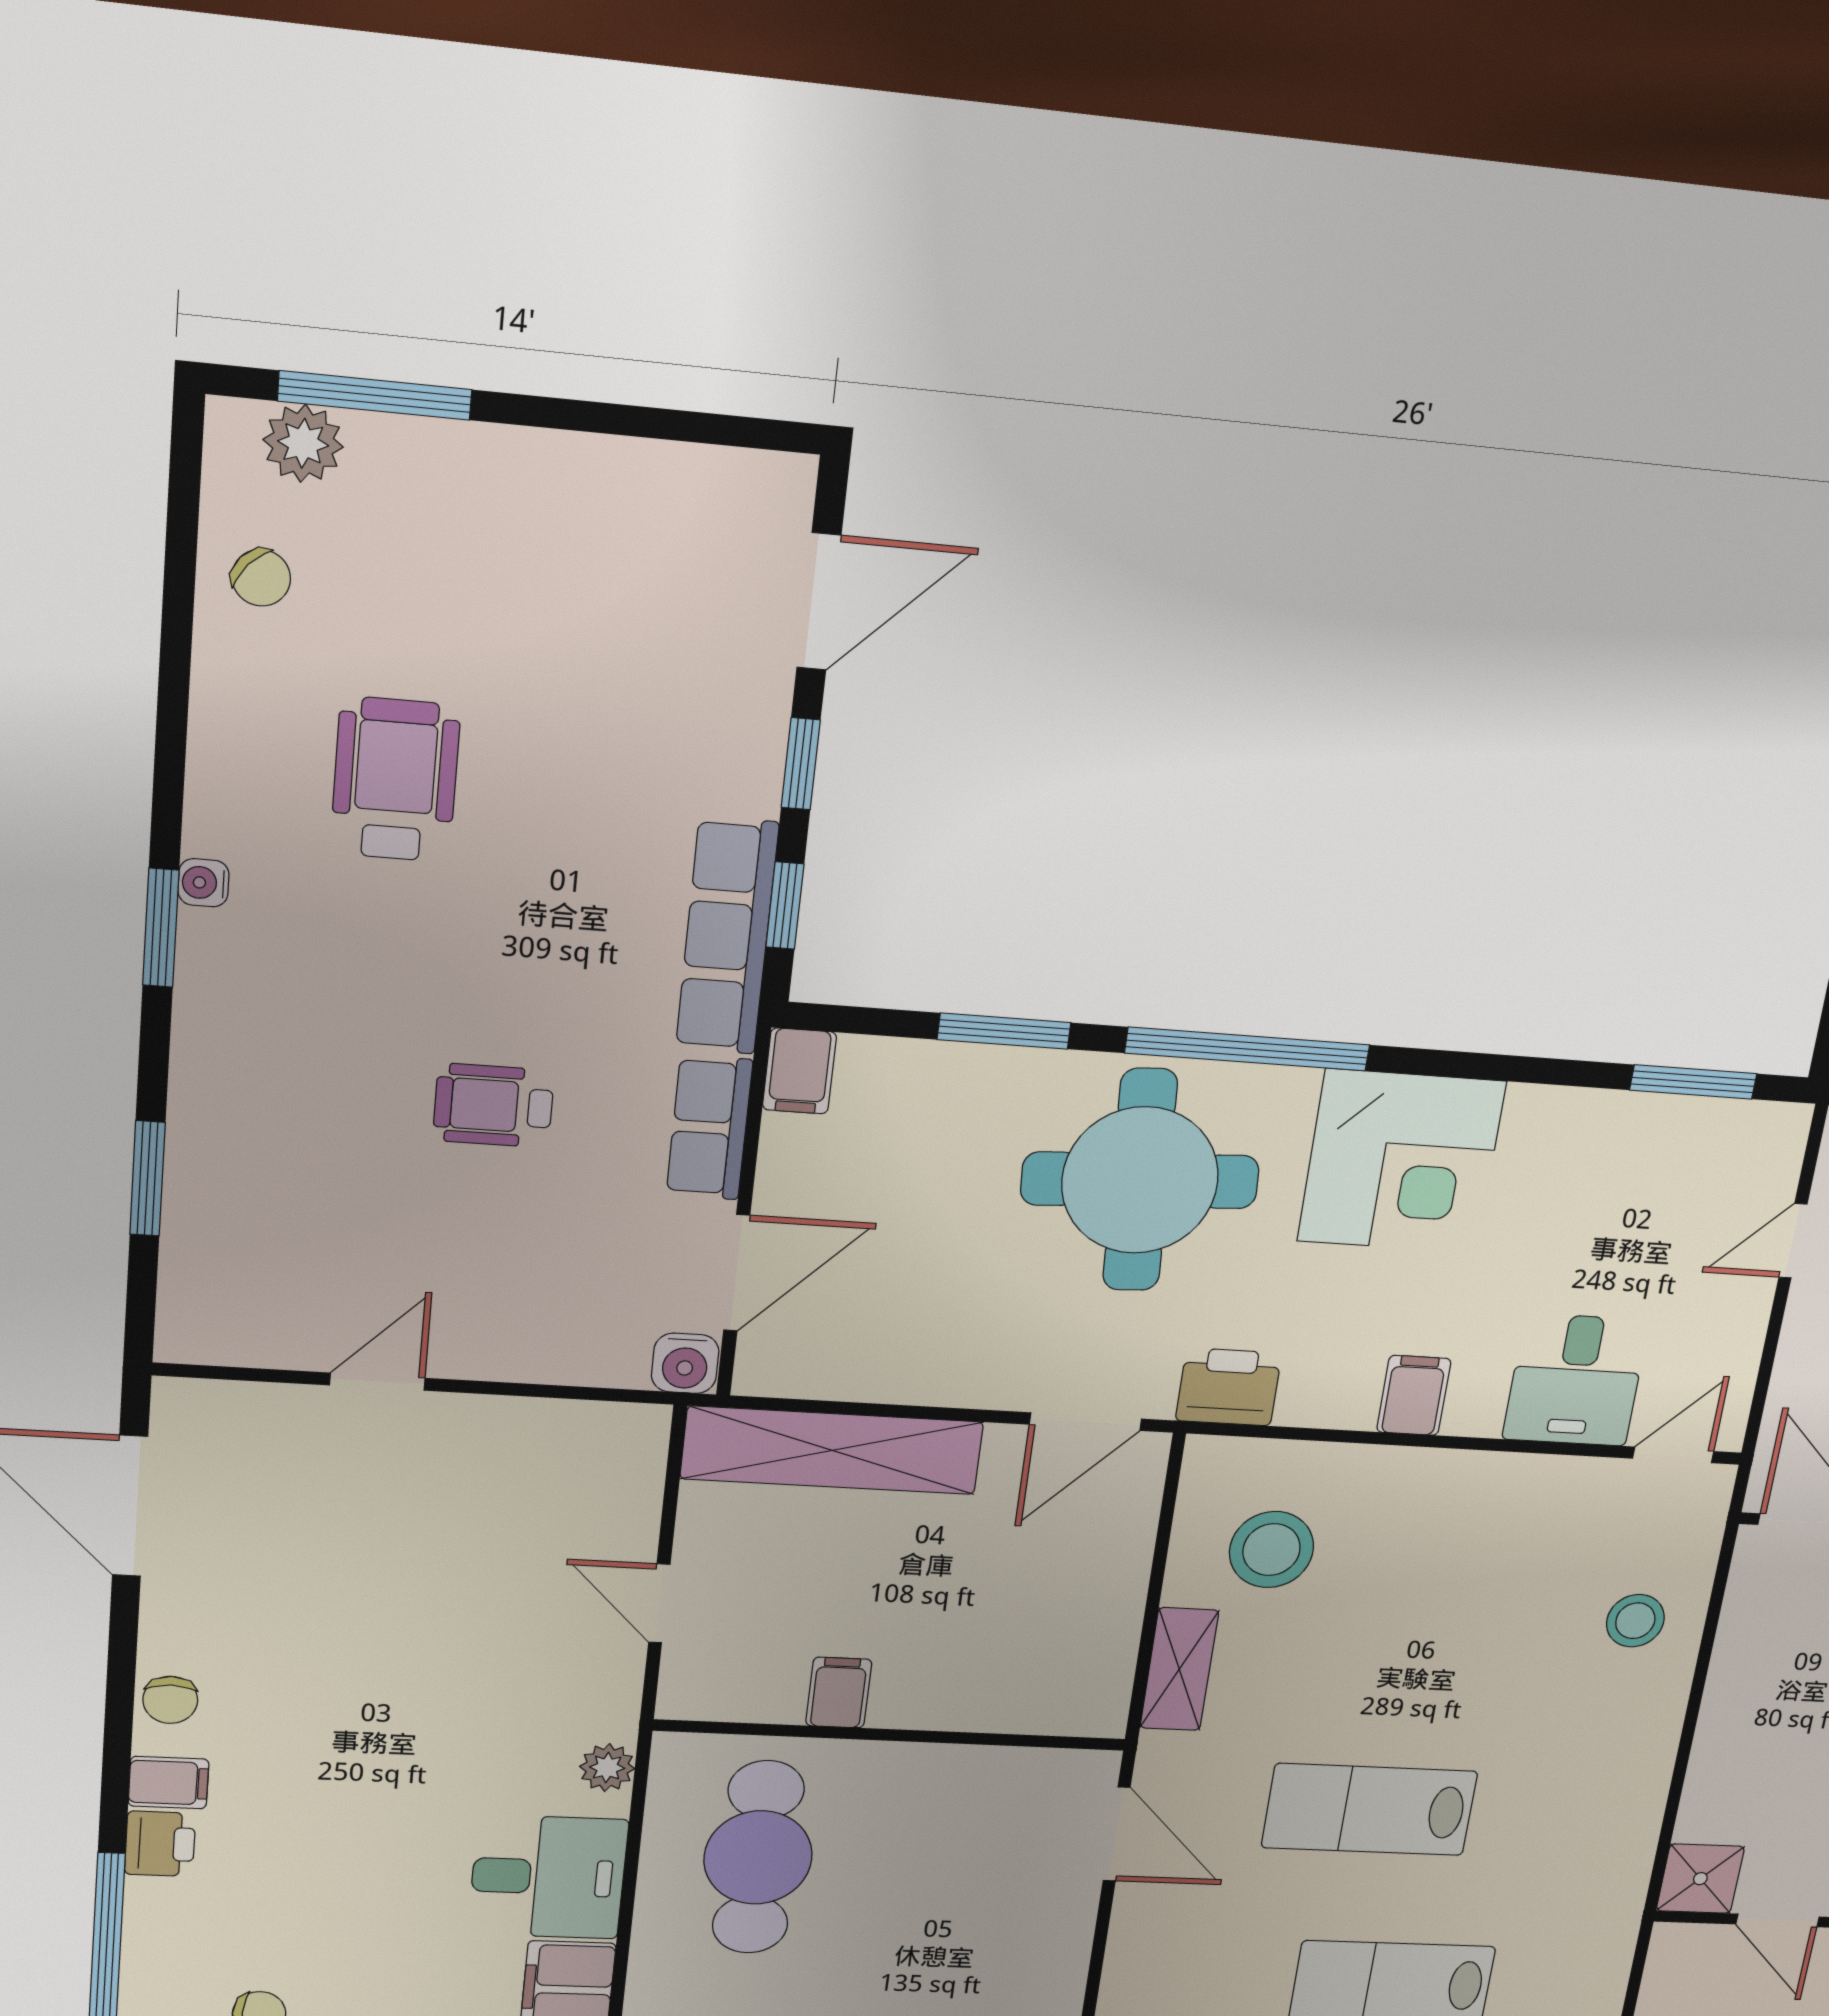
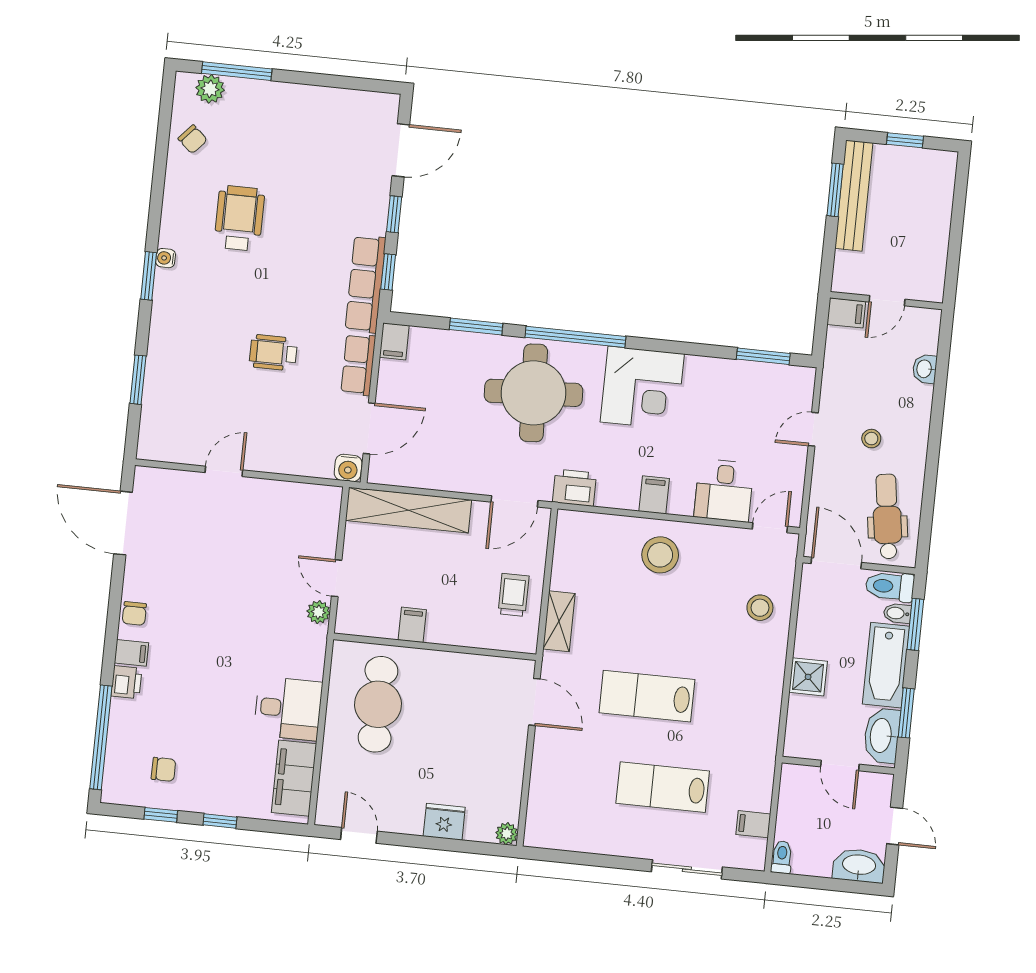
stool: (1271, 1550) -> (660, 555), moved
trolley: (1076, 1620) -> (514, 595), added
plant: (607, 1768) -> (318, 612), moved
shower: (1700, 1879) -> (808, 677), moved

